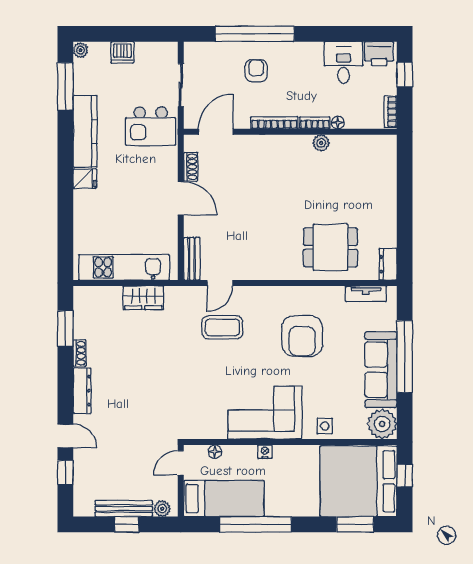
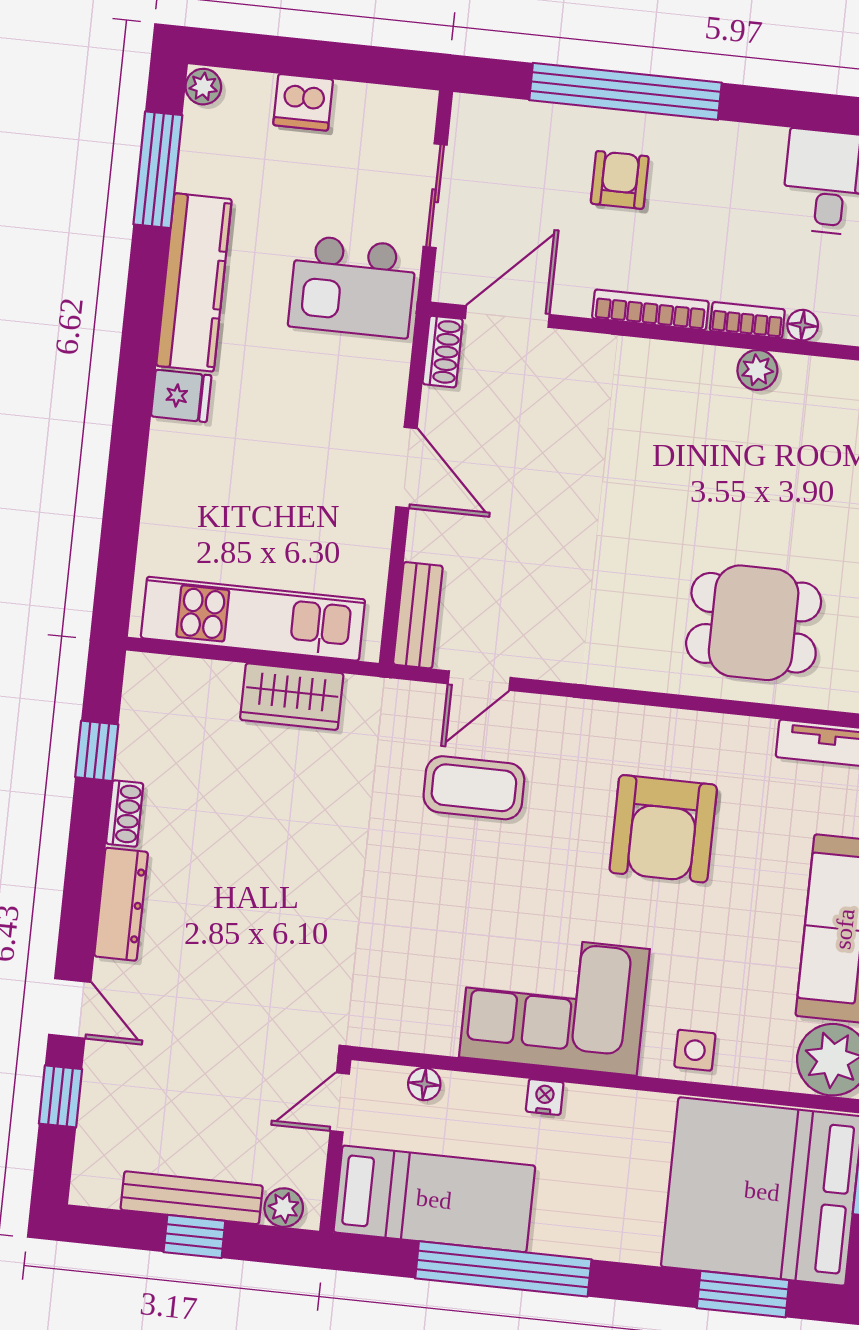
shoe rack: (191, 167) -> (443, 352), moved
window: (65, 329) -> (97, 751), width x0.67

